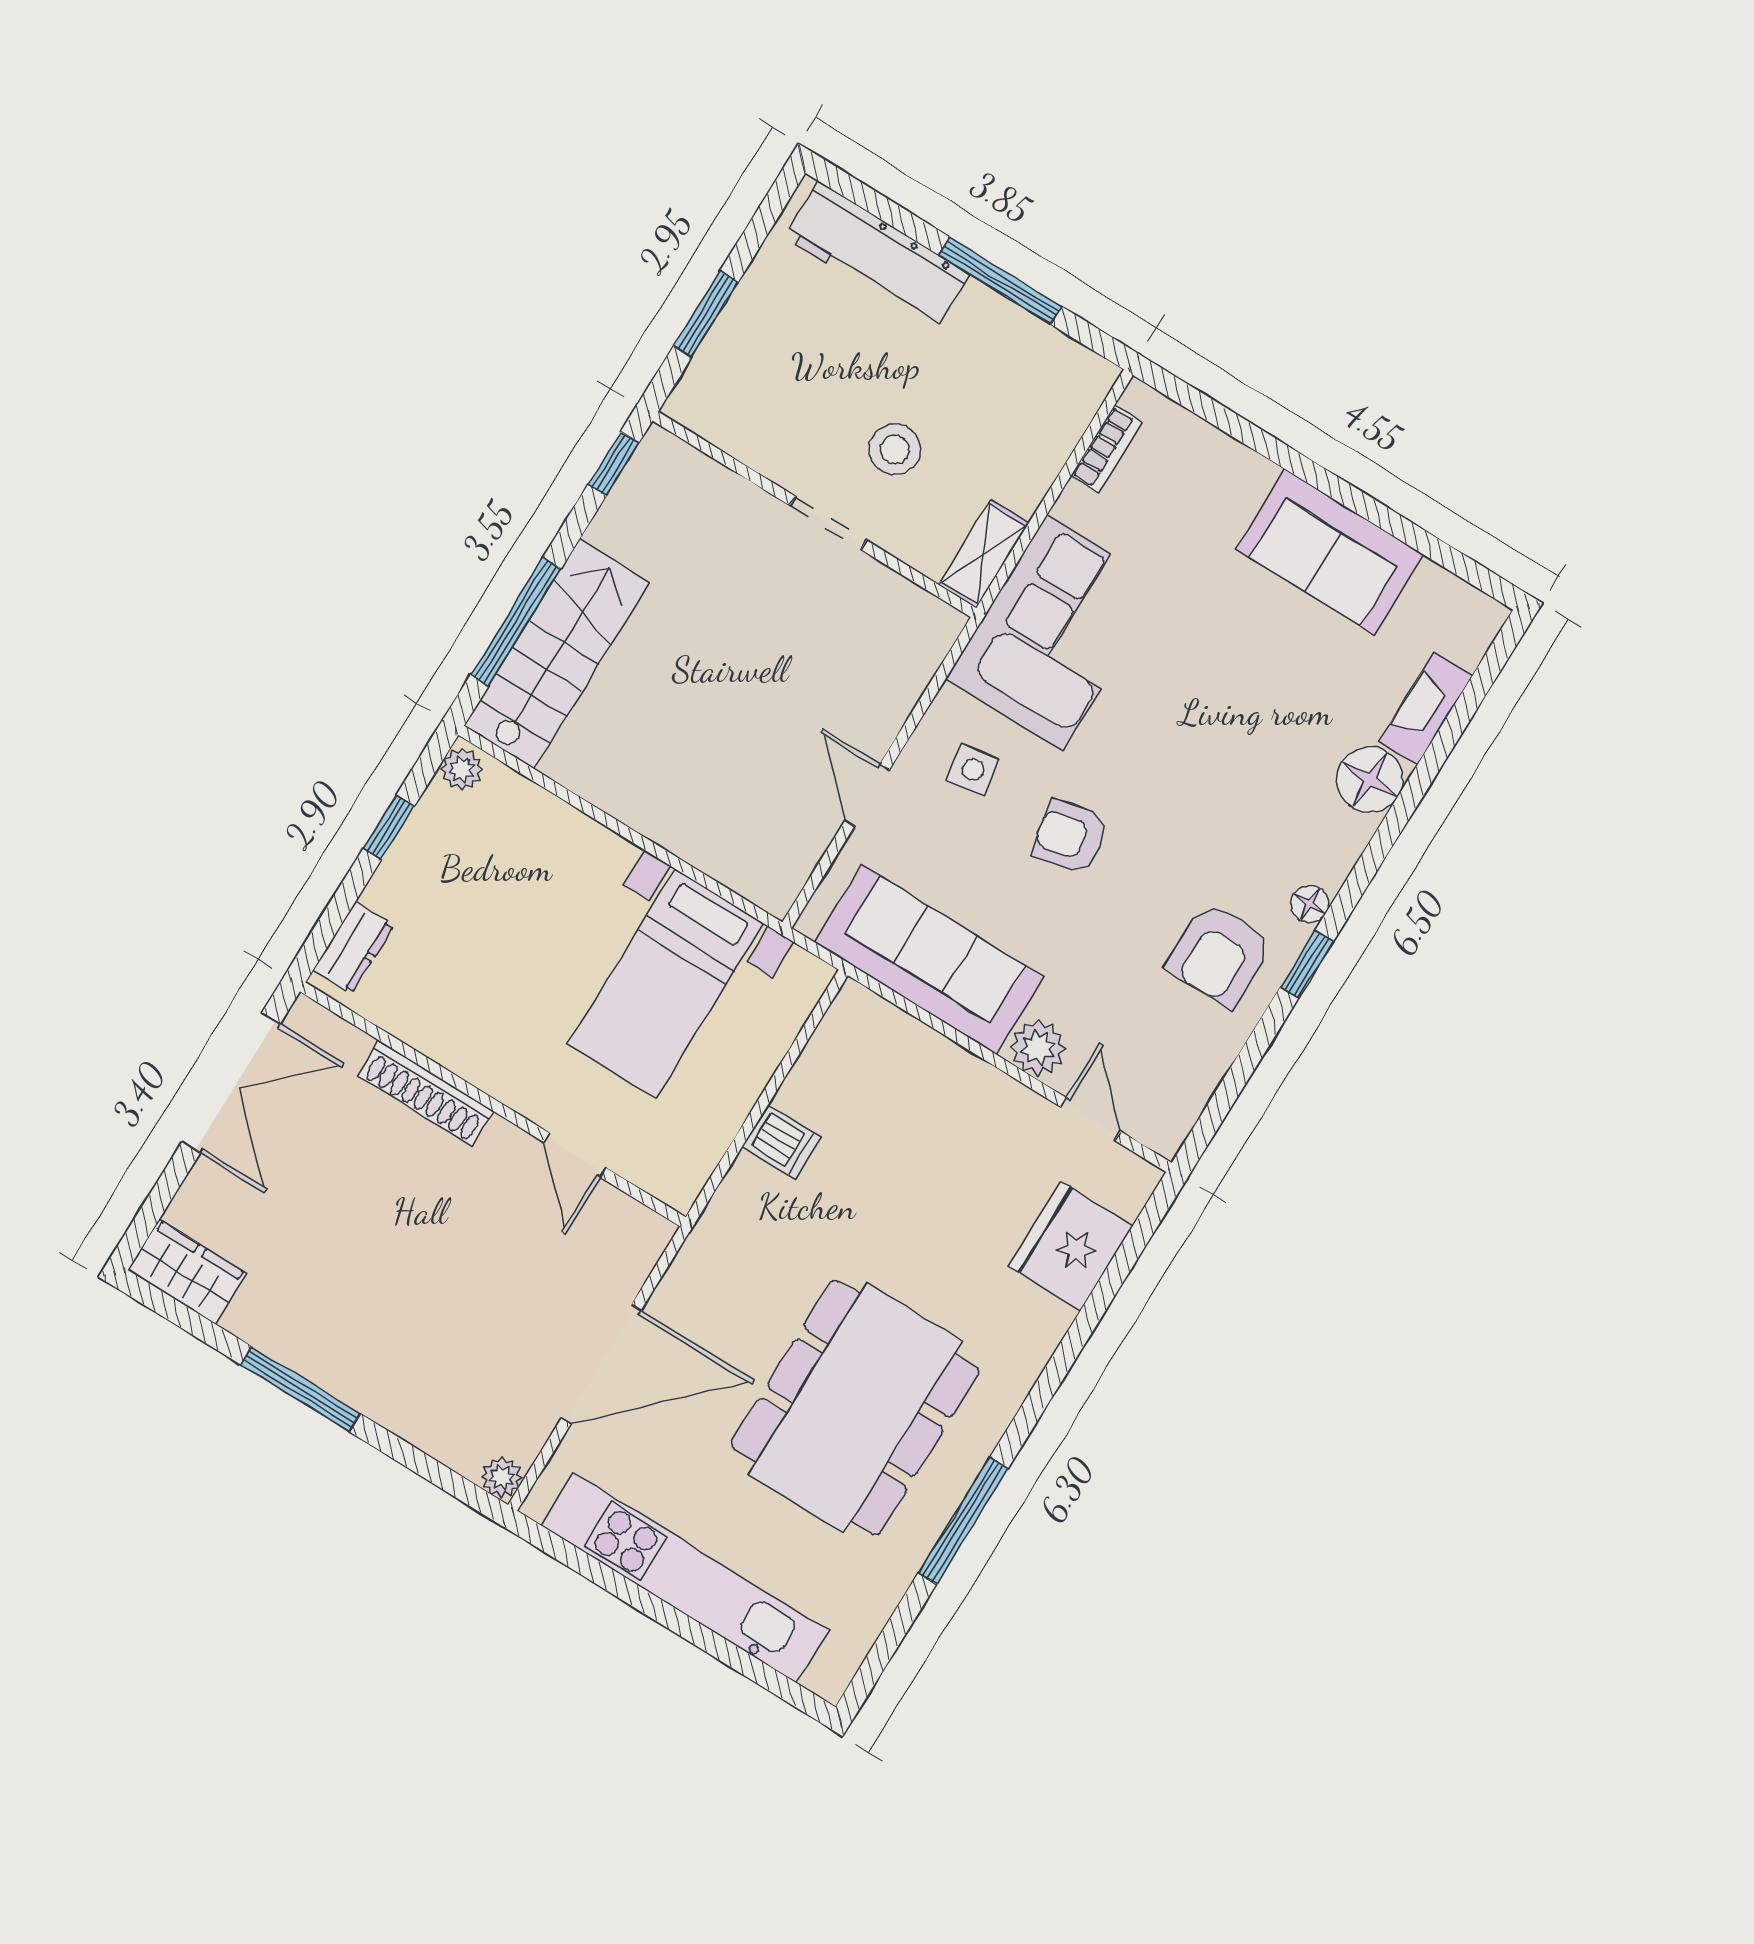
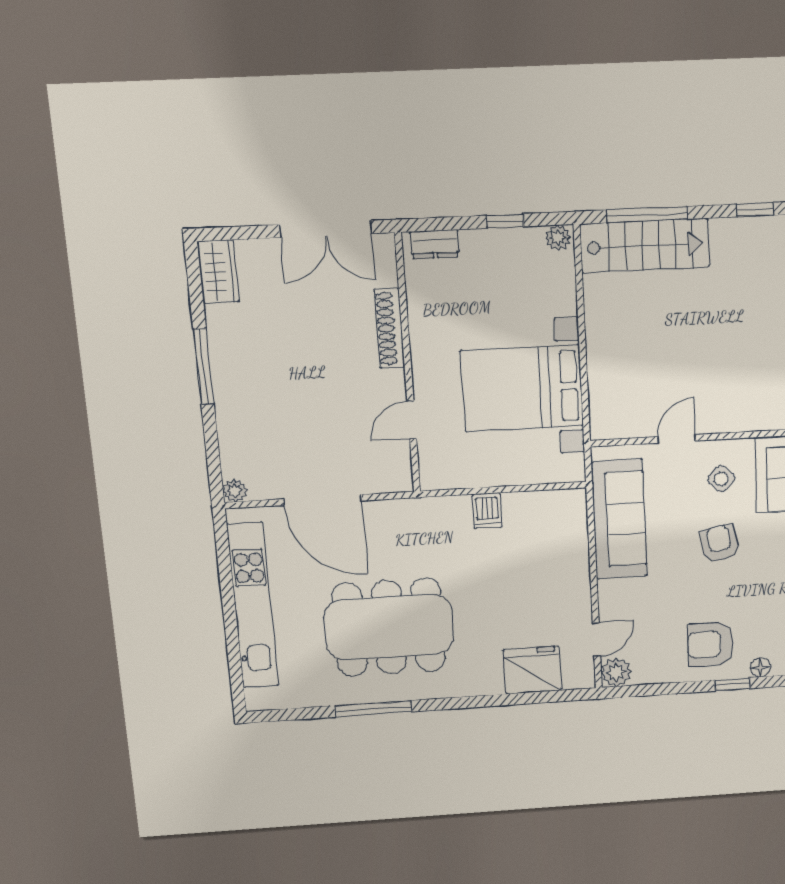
side table: (973, 770) -> (721, 479), turned -37
bed with nightstands: (665, 984) -> (522, 388), width x1.36
plant: (1038, 1048) -> (616, 672), moved

